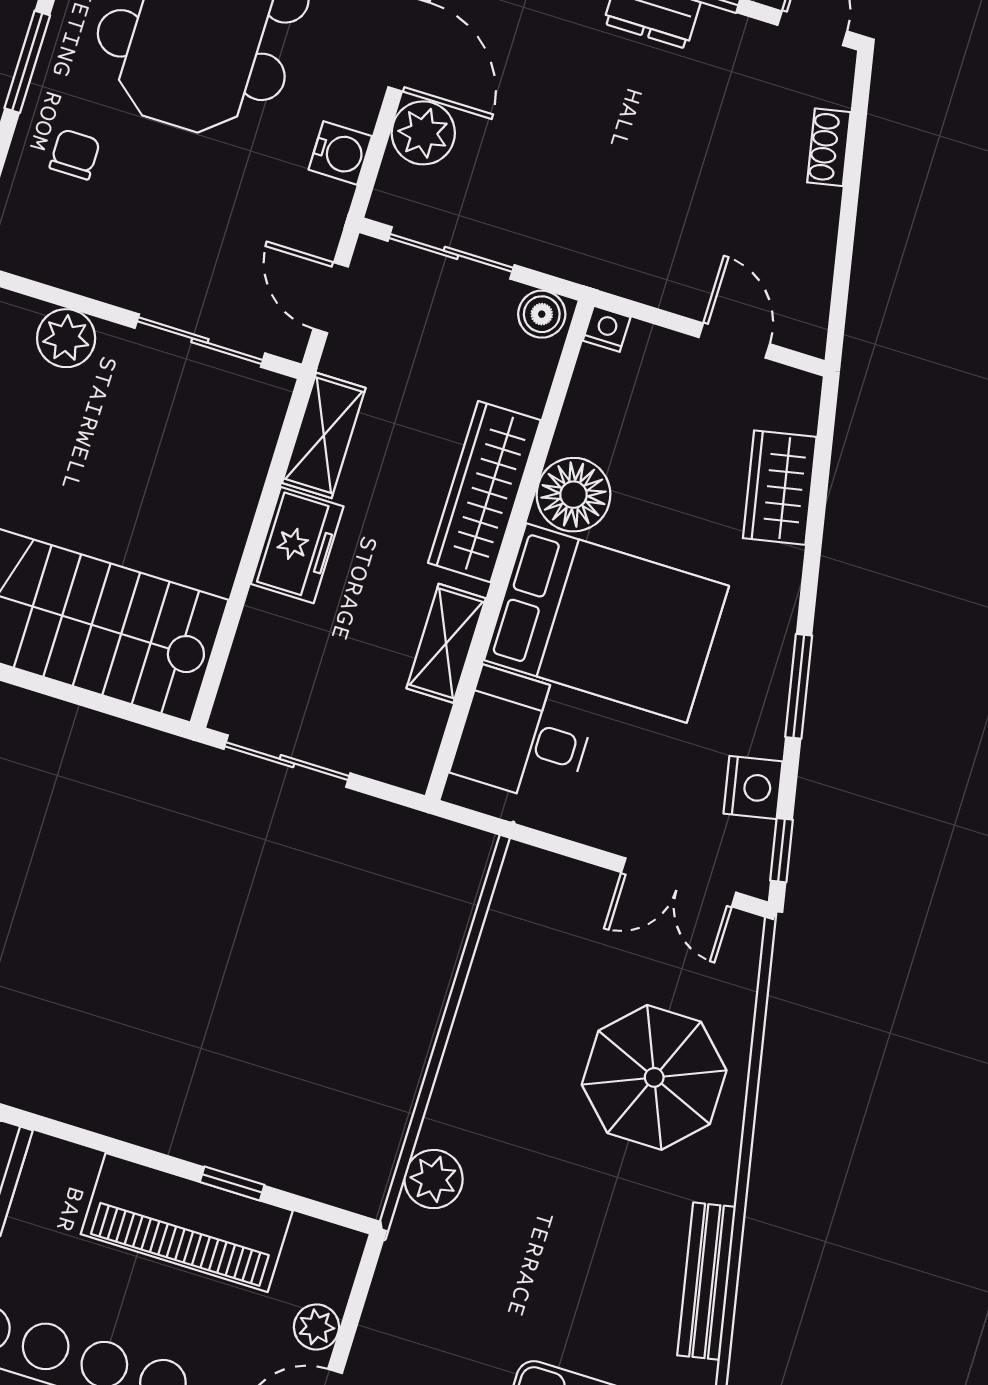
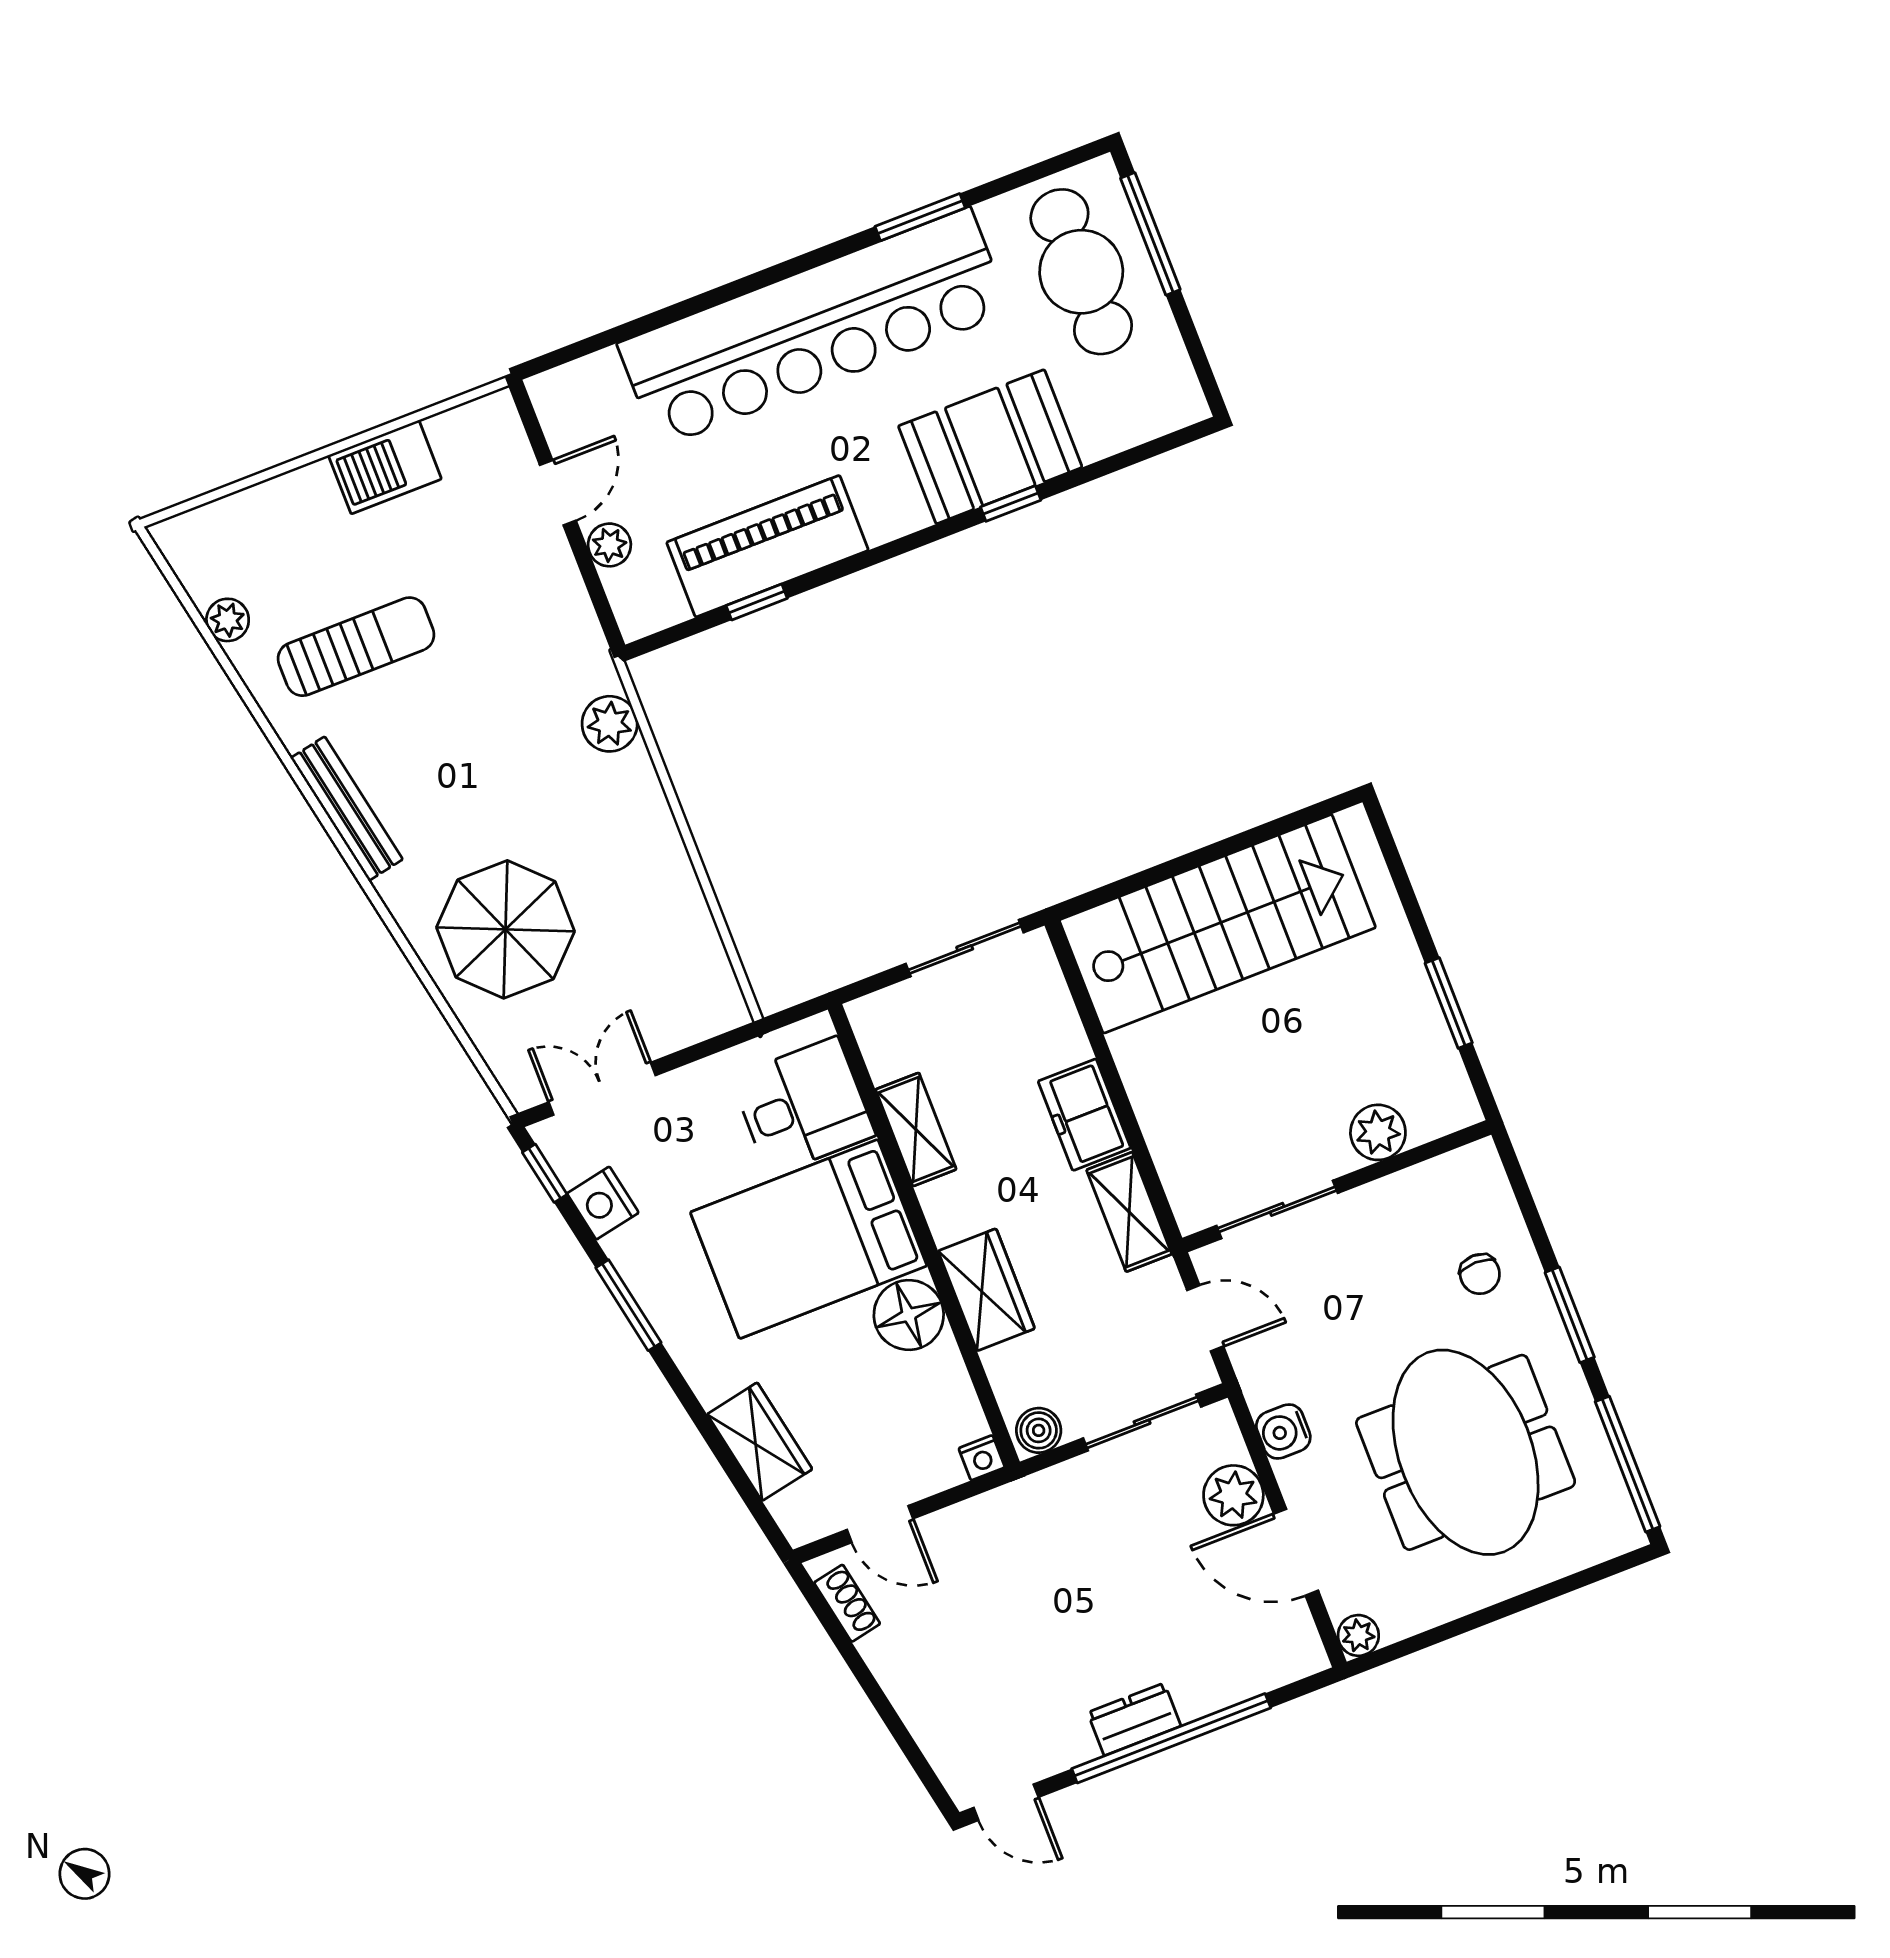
shoe rack: (829, 147) -> (847, 1603), moved
wardrobe: (484, 492) -> (986, 1290), width x0.67

